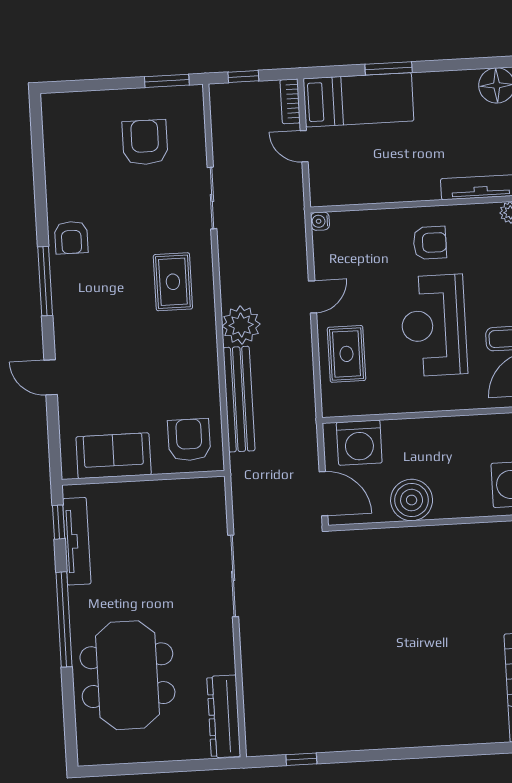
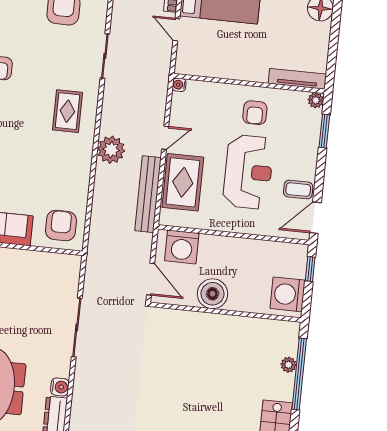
armchair: (430, 243) -> (255, 113), turned 90
reception desk: (434, 325) -> (248, 172), turned 180
rug: (346, 354) -> (183, 182), width x1.36, depth x1.43
bench: (239, 399) -> (148, 194), moved
water cooler: (223, 661) -> (60, 387), added

